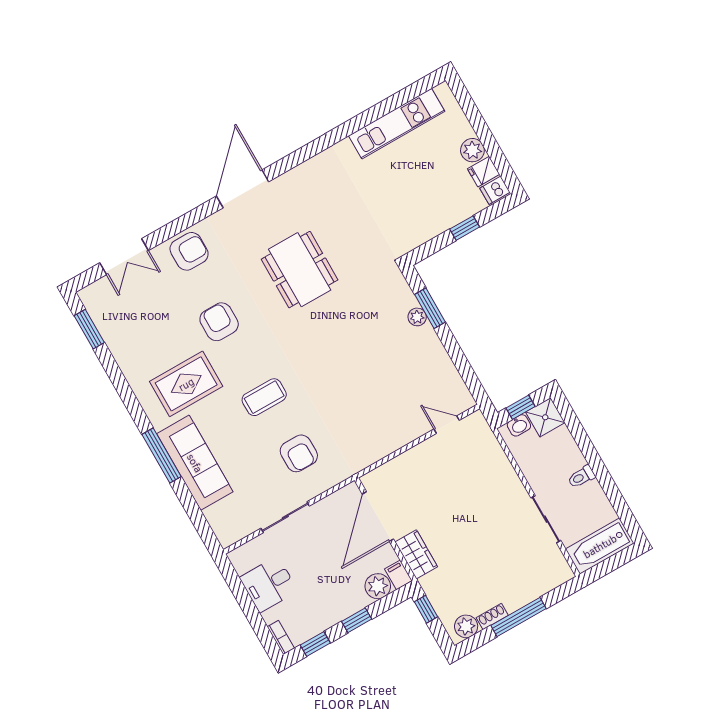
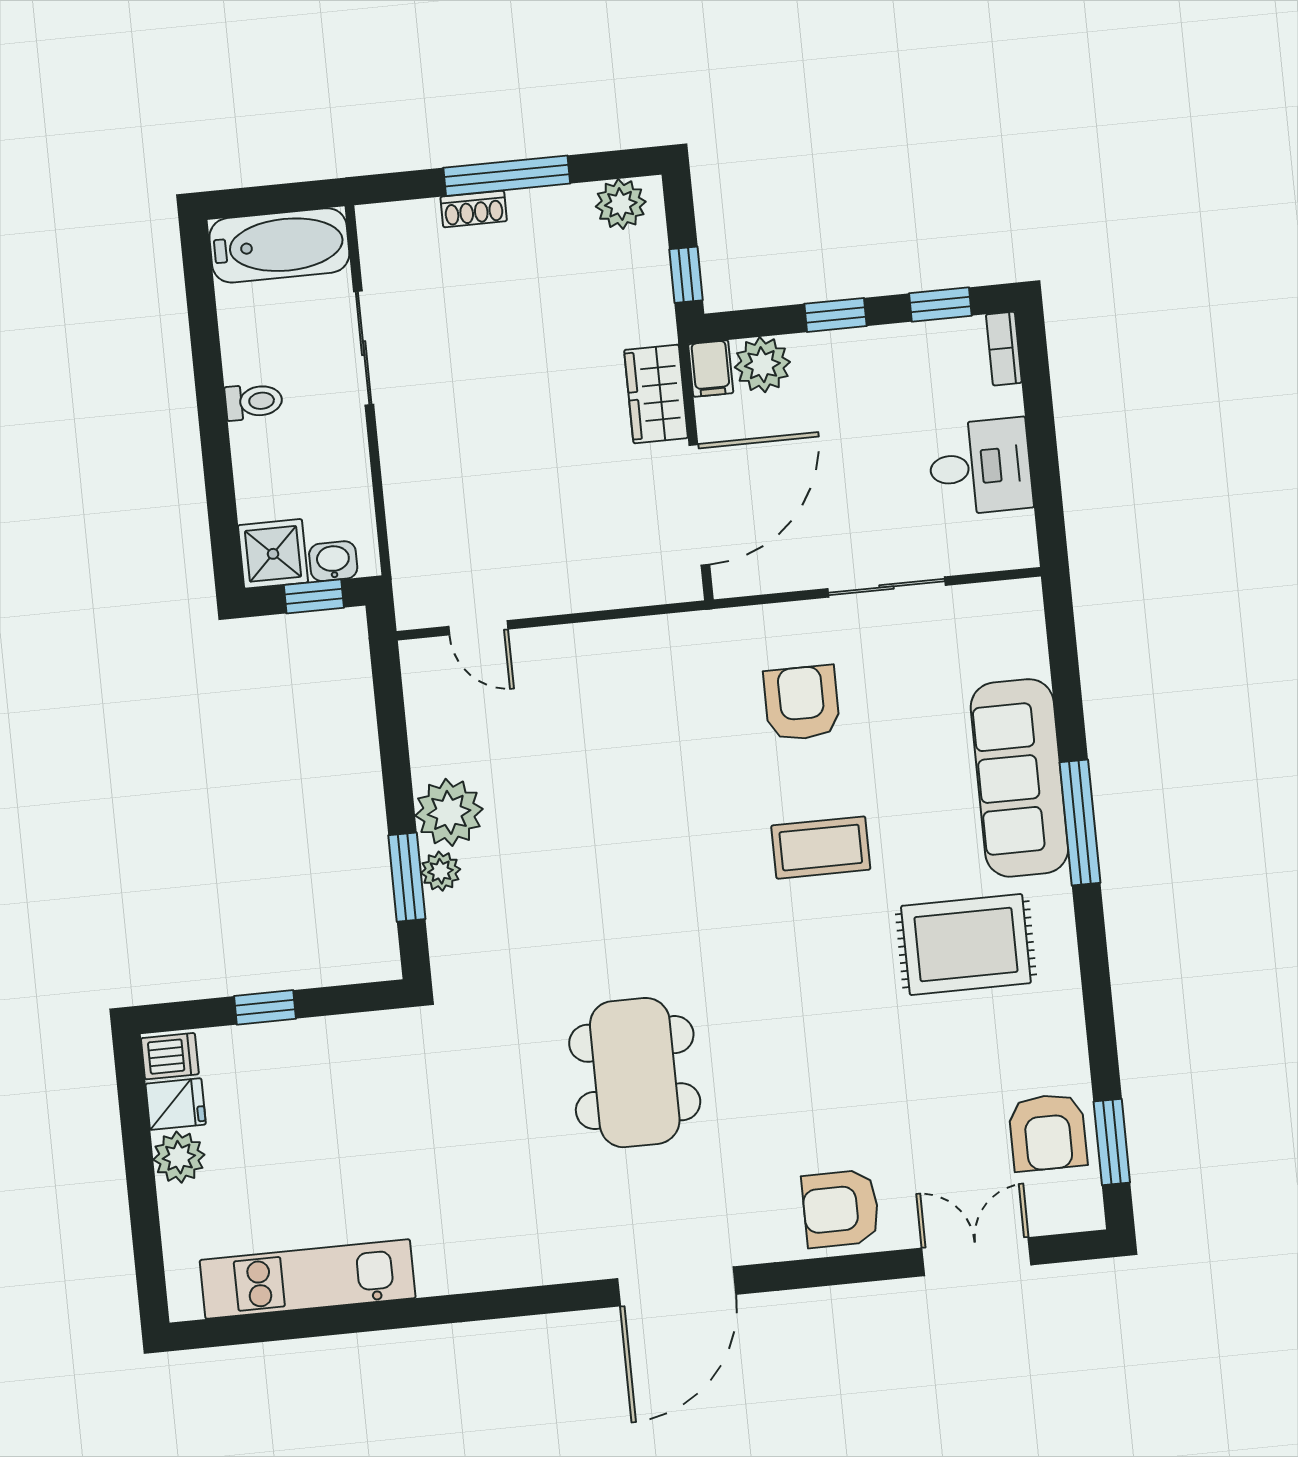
armchair: (219, 322) -> (1048, 1132), moved
plant: (425, 343) -> (449, 812), added
shoe rack: (492, 616) -> (474, 209), moved

